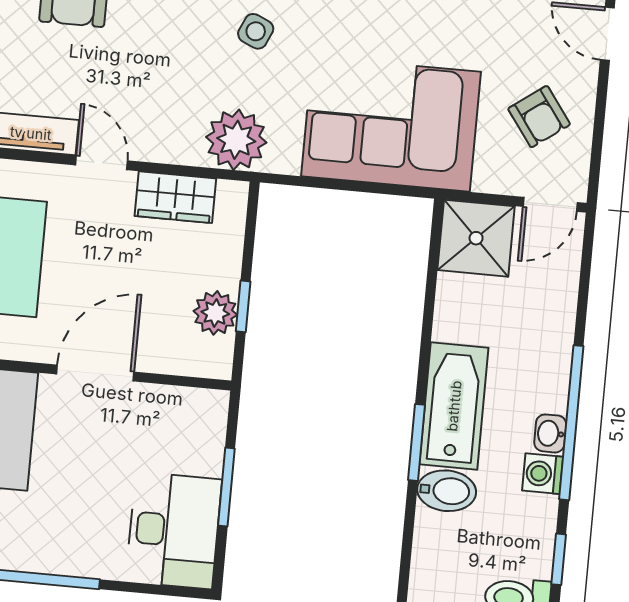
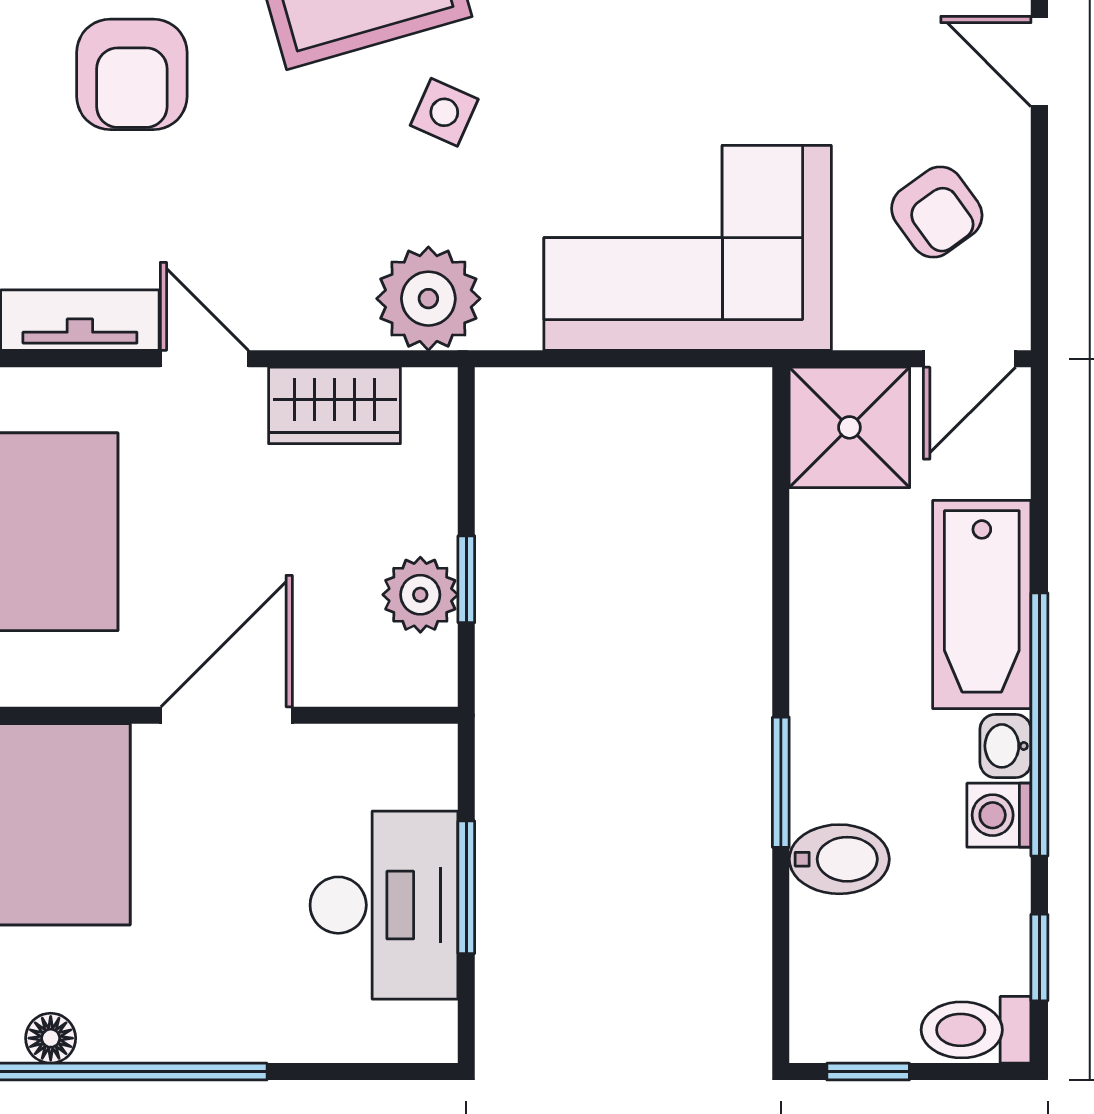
bathtub: (454, 406) -> (982, 605), moved, turned 180
desk: (174, 530) -> (384, 905), moved

